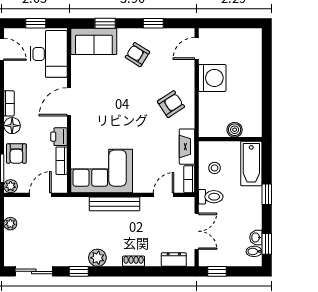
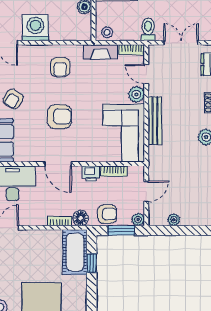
armchair: (119, 103) -> (59, 117), added
armchair: (171, 104) -> (60, 67), turned -147
stool: (215, 168) -> (107, 32), moved
plant: (142, 184) -> (136, 94), added
door: (40, 195) -> (146, 191), swing flipped

